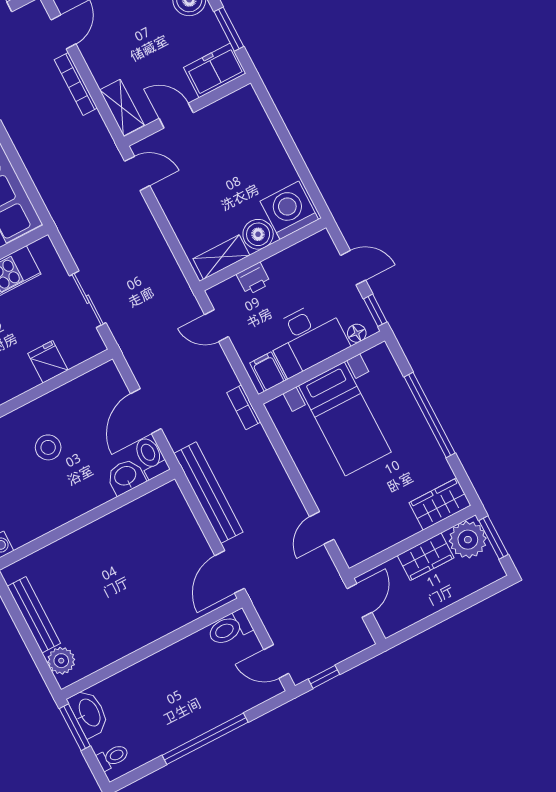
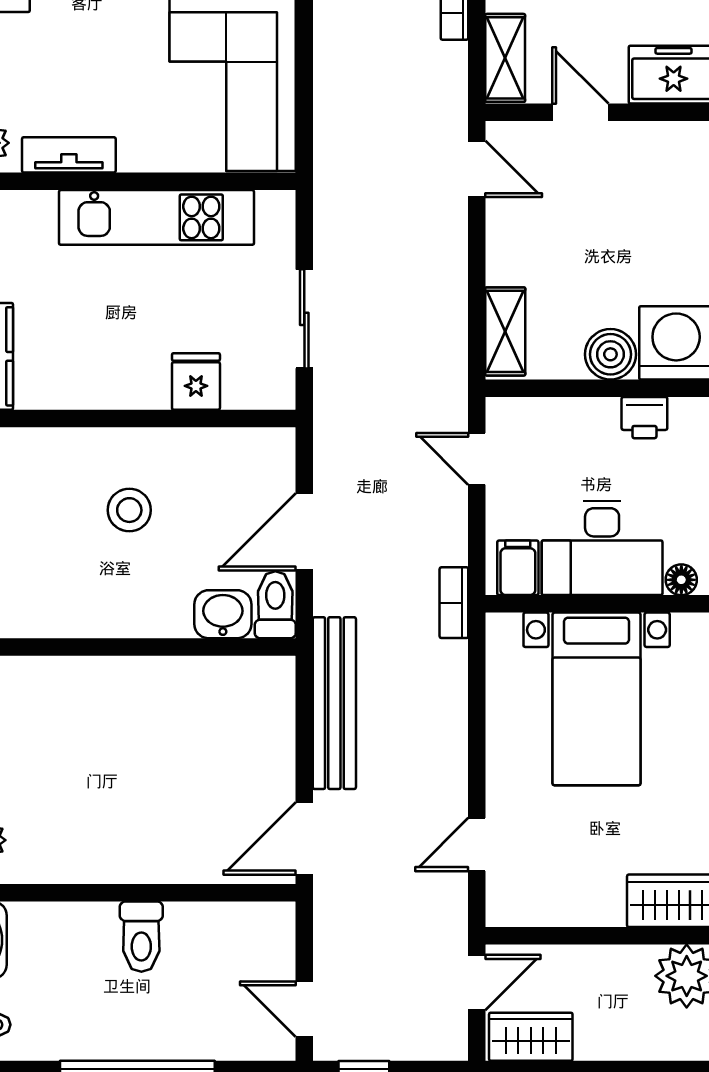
shelving: (221, 257) -> (505, 331), moved, turned 90
printer: (254, 279) -> (644, 418), moved
wardrobe: (426, 557) -> (531, 1037), moved, turned 180
toilet: (230, 628) -> (141, 937), moved, turned -90

